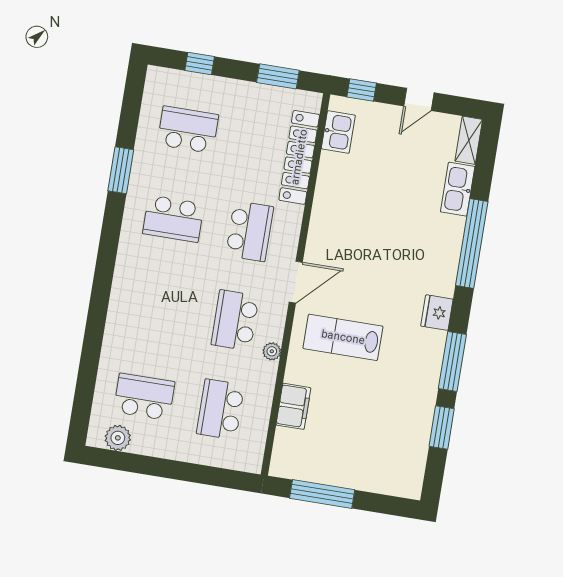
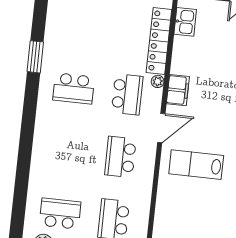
school desk: (188, 130) -> (80, 26), removed
plant: (272, 351) -> (158, 81), moved
filing cabinet: (293, 406) -> (178, 90), moved

